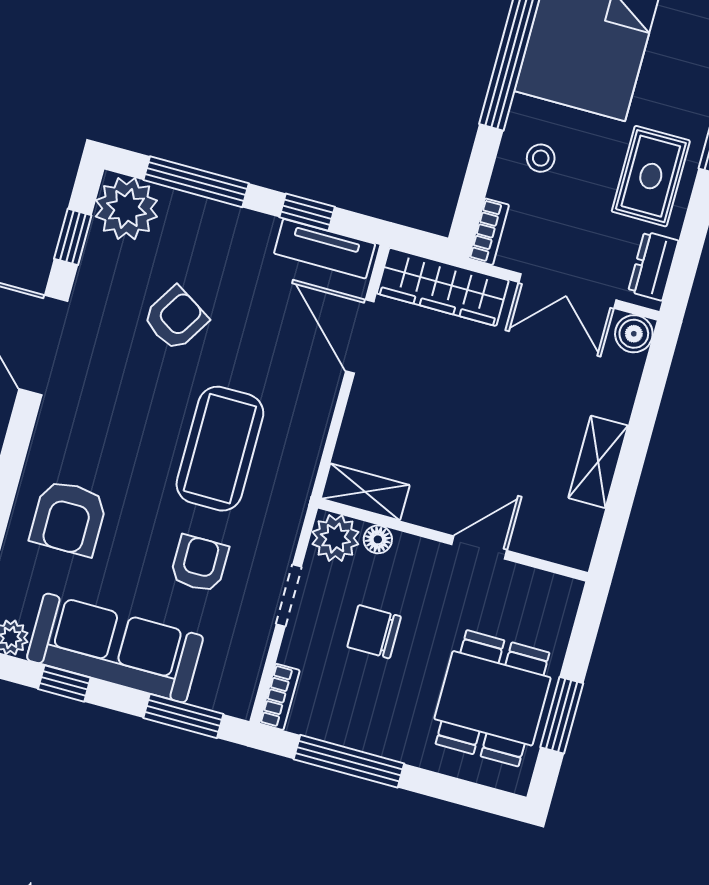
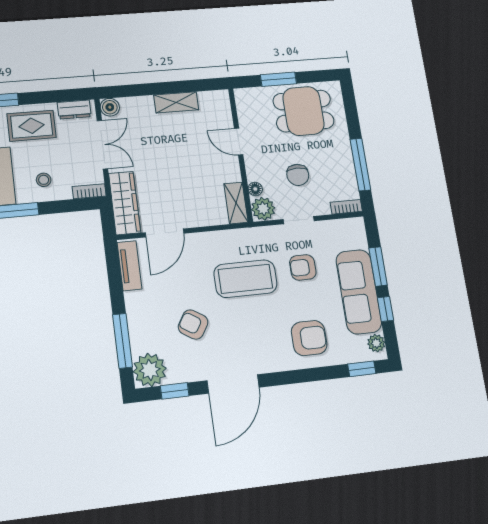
window: (307, 212) -> (115, 281), removed
window: (562, 715) -> (278, 79), moved
window: (183, 716) -> (378, 266), moved

